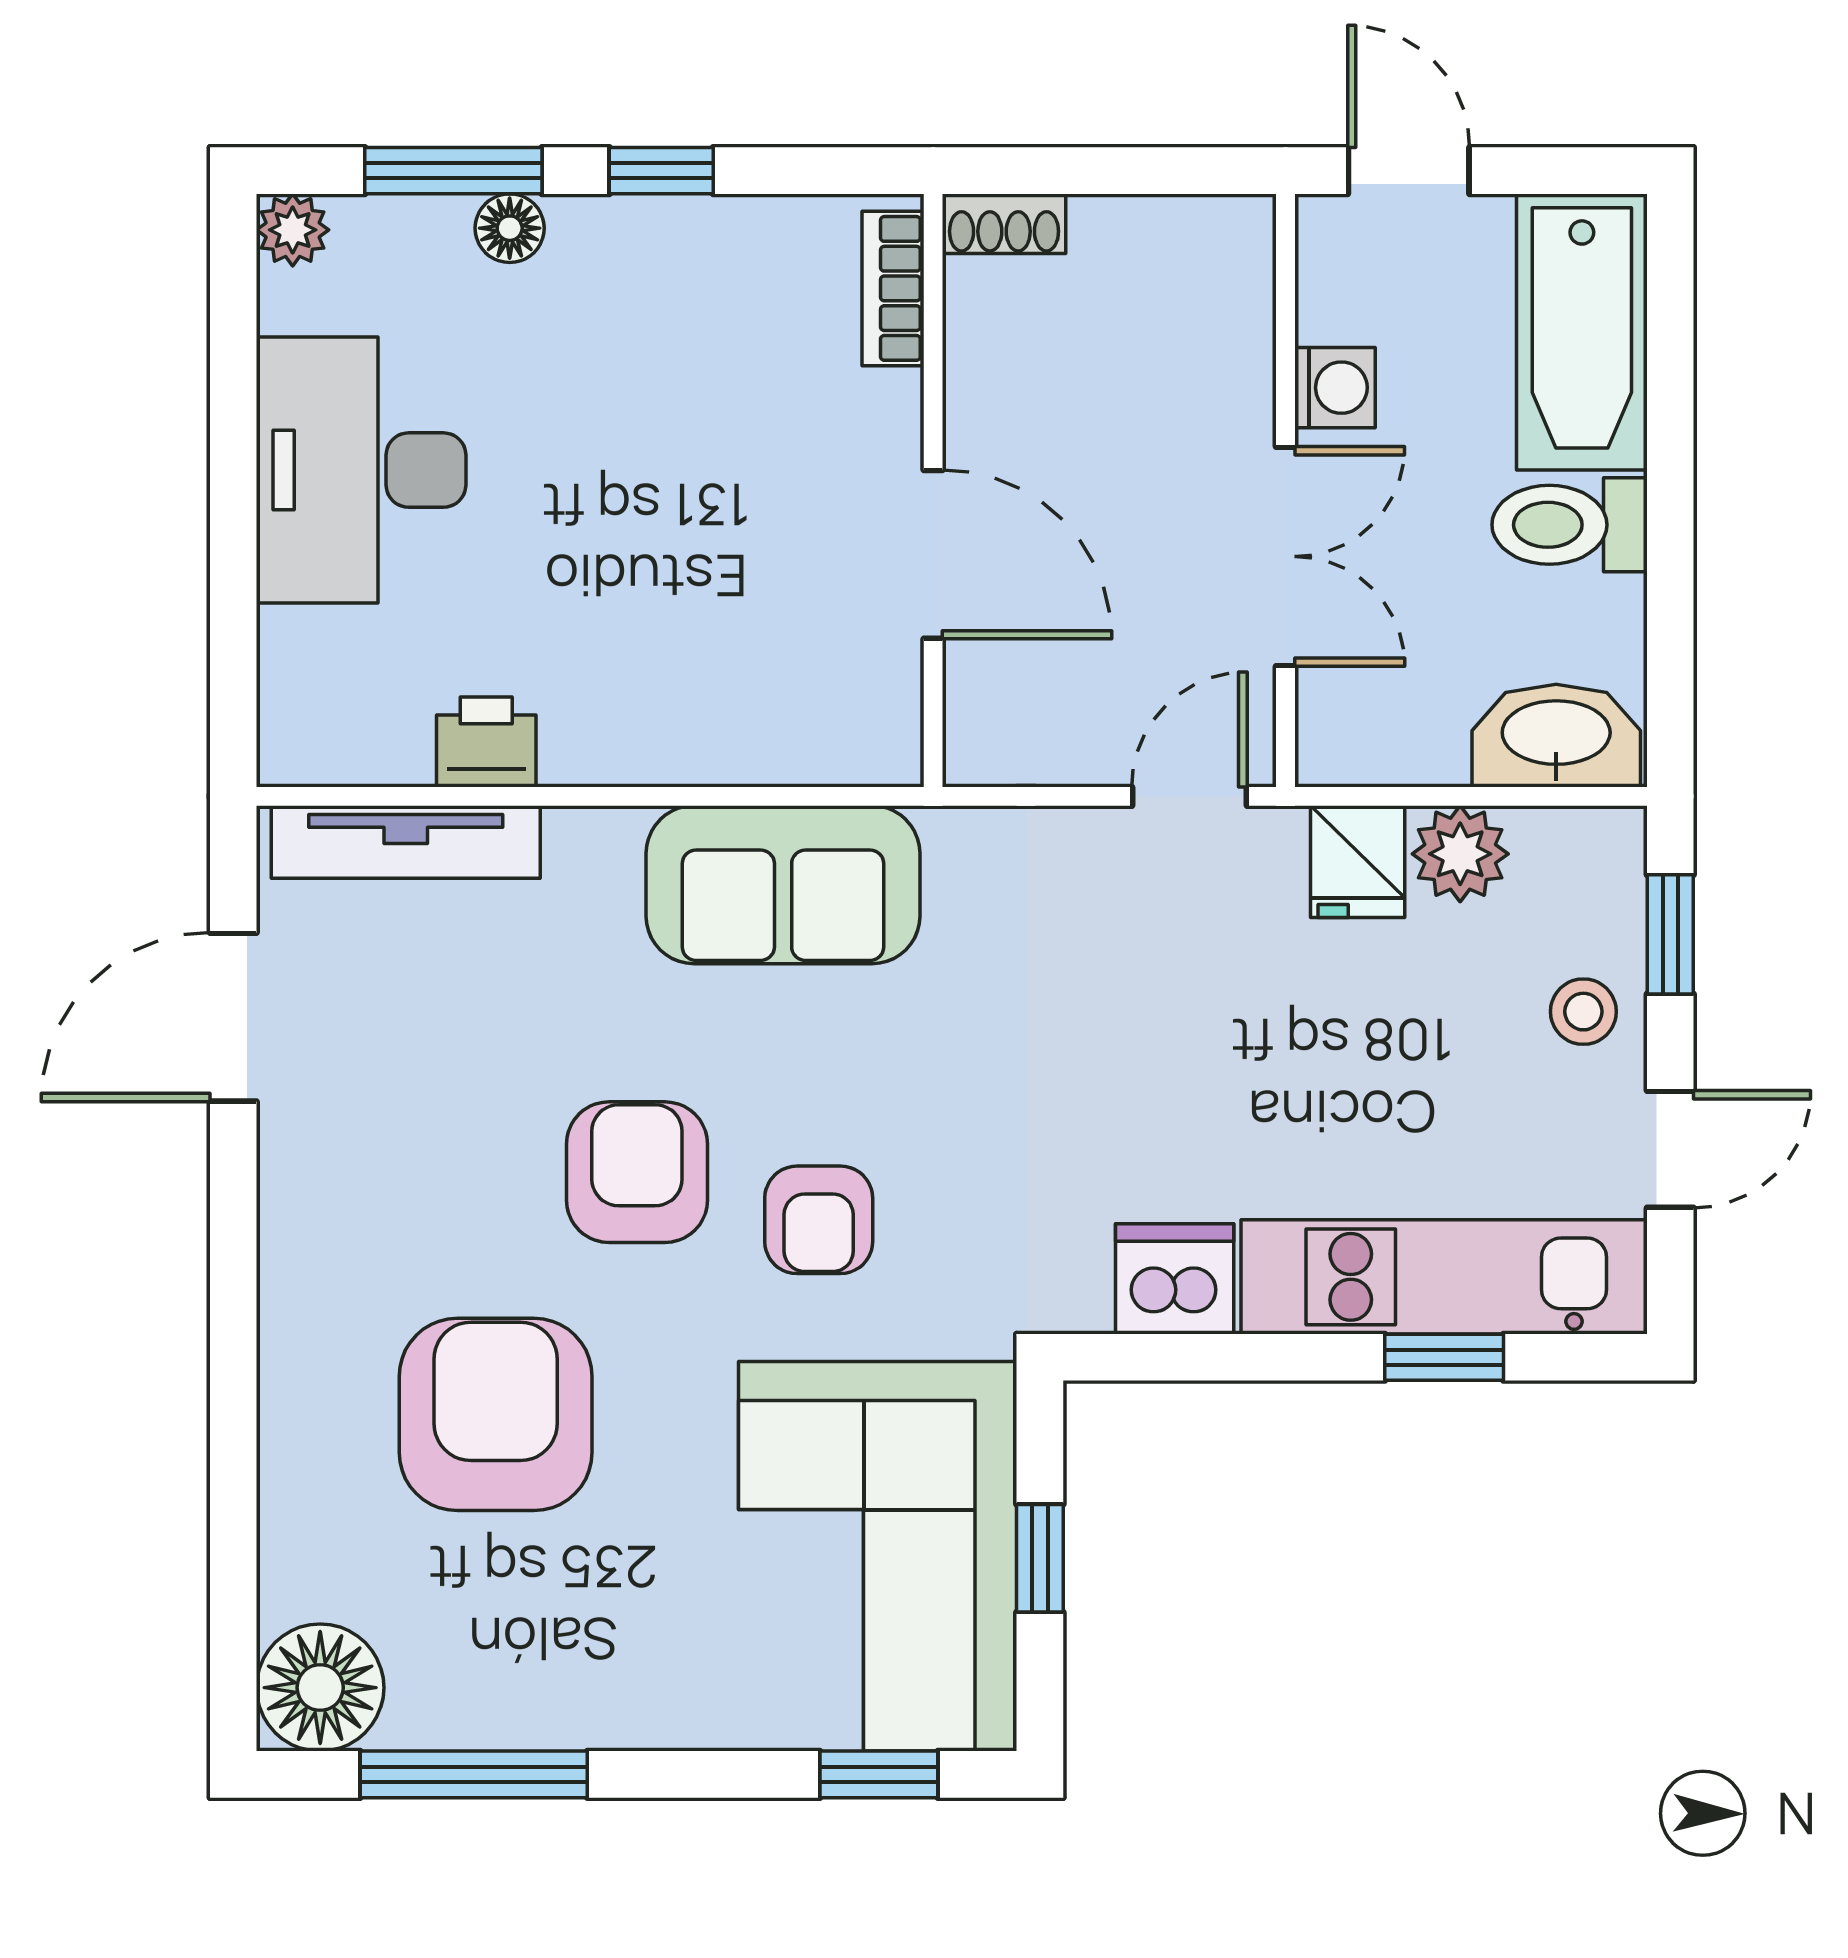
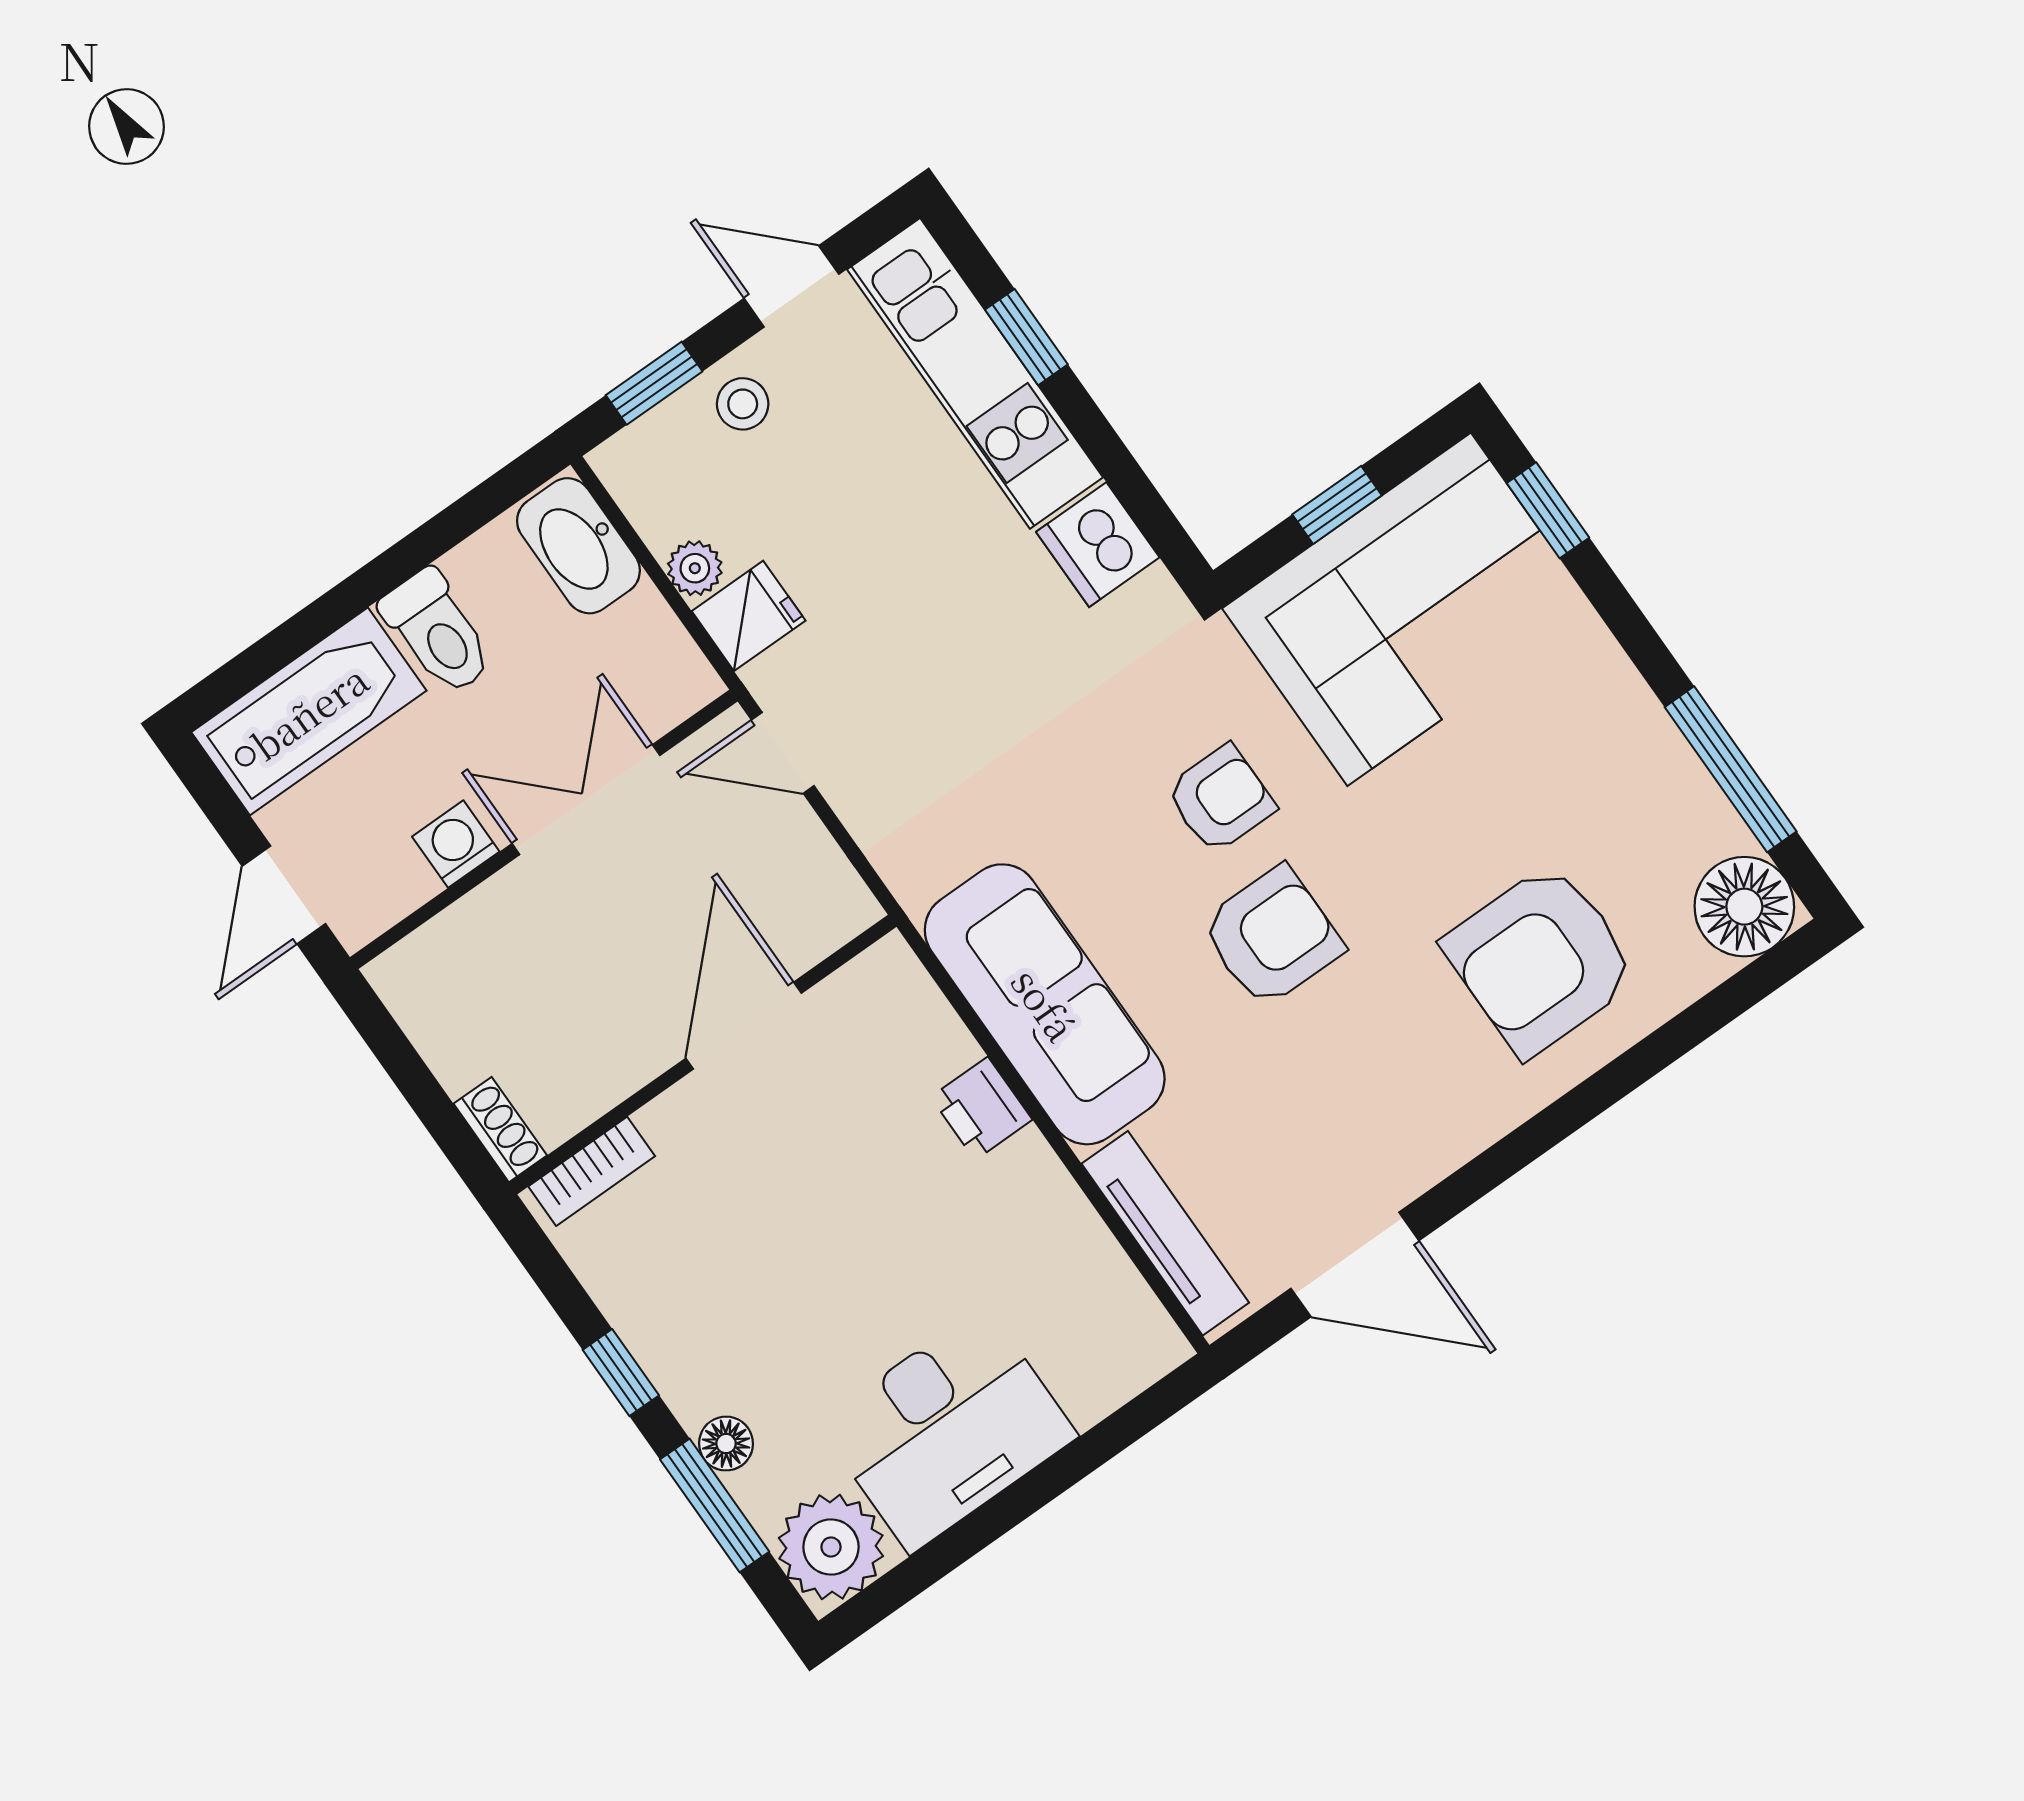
plant: (293, 230) -> (831, 1547), width x1.87, depth x1.87
printer: (486, 742) -> (981, 1108), moved
plant: (1460, 854) -> (695, 568), width x0.73, depth x0.73
sofa: (783, 885) -> (1045, 1004), width x1.36
armchair: (637, 1172) -> (1272, 937), turned 180
armchair: (496, 1414) -> (1541, 960), moved

